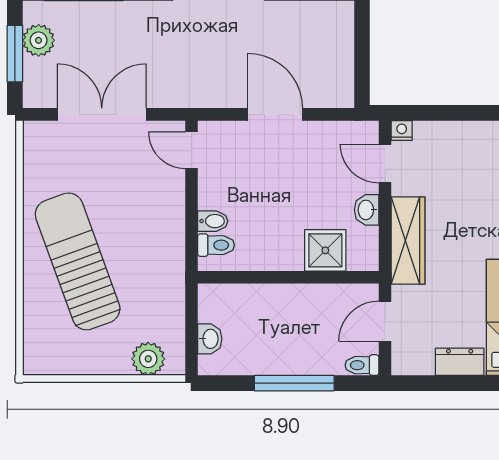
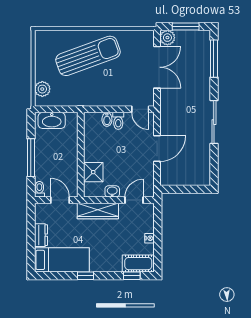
plant: (39, 40) -> (167, 38), moved
nightstand: (402, 130) -> (149, 238), moved
door: (191, 150) -> (140, 109), swing flipped
toilet: (216, 245) -> (118, 121), moved
washbasin: (210, 339) -> (52, 120), width x1.91, depth x1.45

